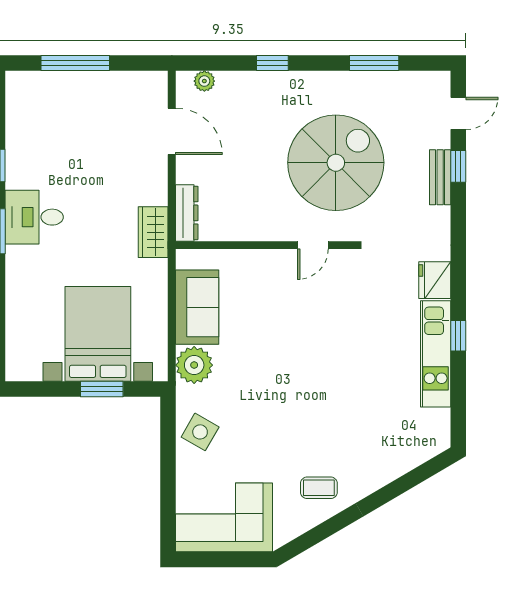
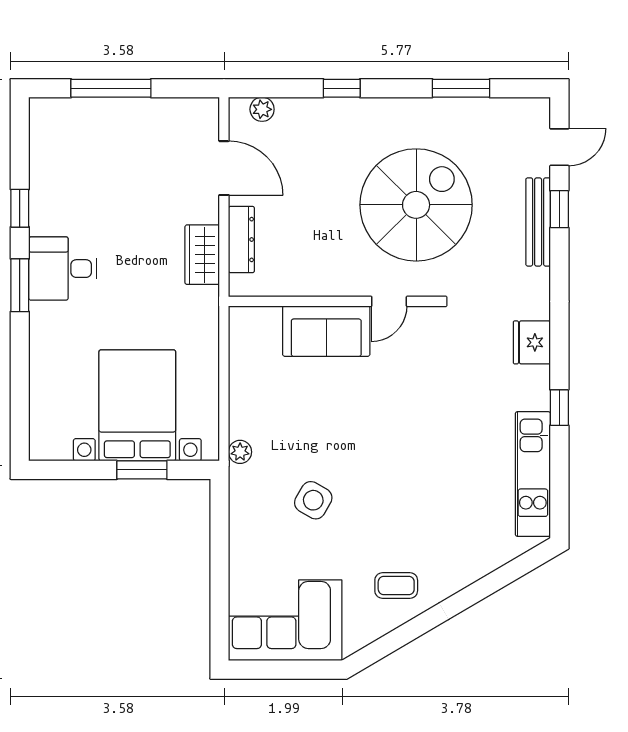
bench: (440, 177) -> (538, 222), width x1.36
dresser: (187, 213) -> (241, 240), moved
wardrobe: (153, 232) -> (202, 255), moved
sofa: (197, 307) -> (326, 331), moved, turned 90
kitchen unit: (436, 354) -> (533, 474), moved
plant: (194, 365) -> (240, 452), width x0.53, depth x0.53
side table: (200, 432) -> (313, 500), moved

